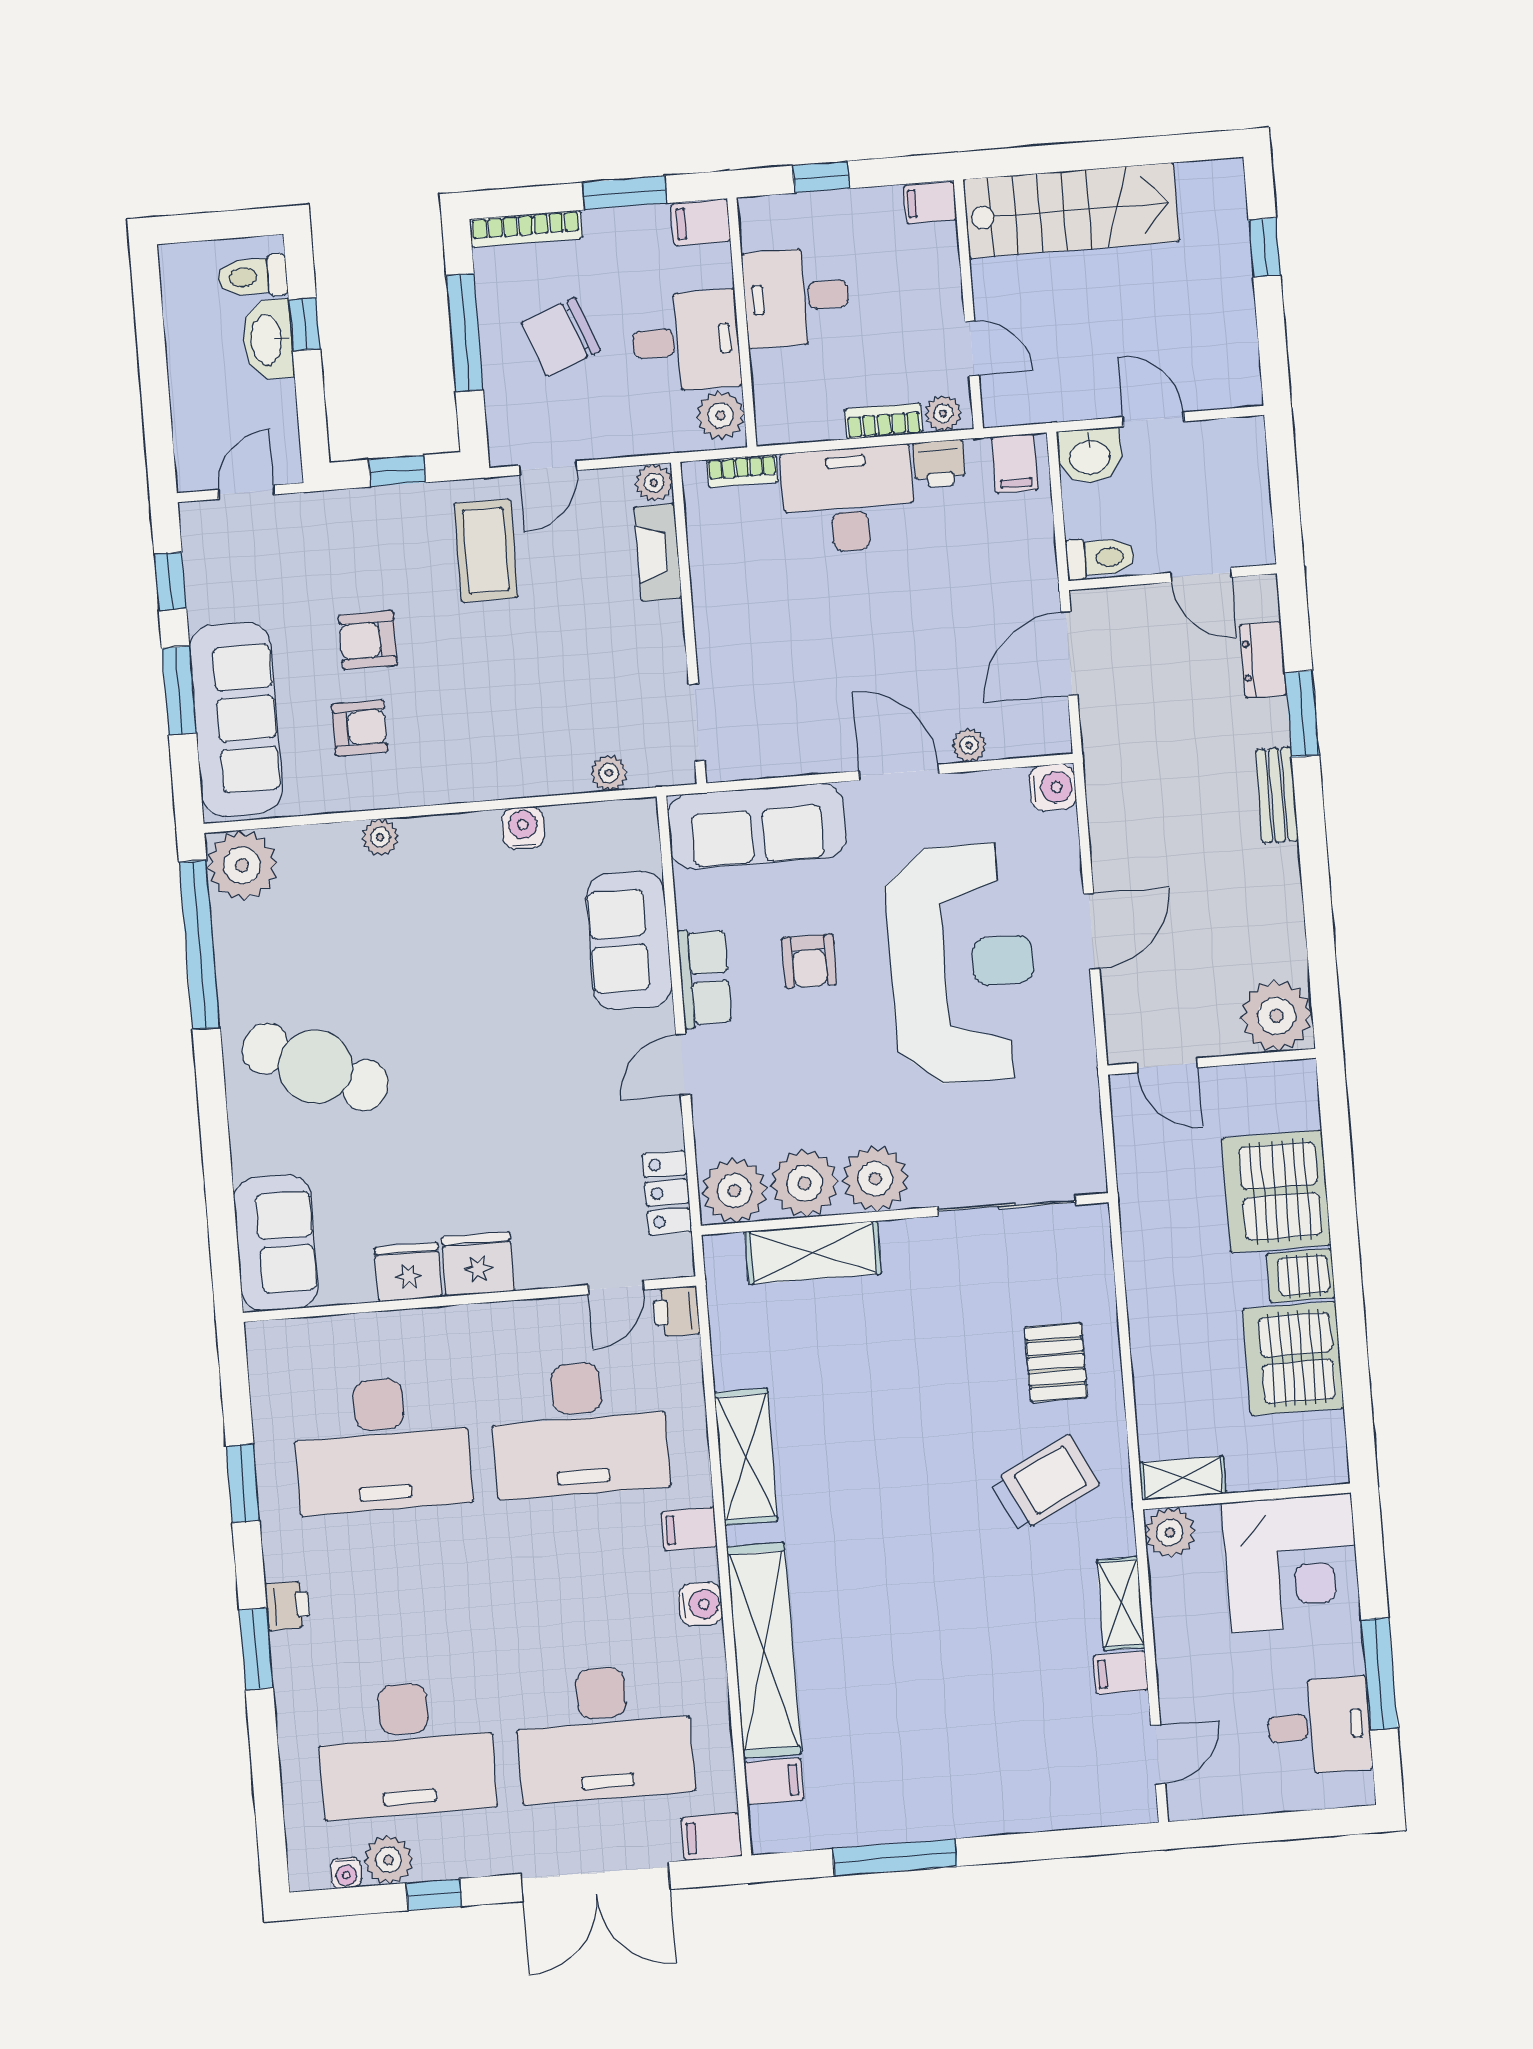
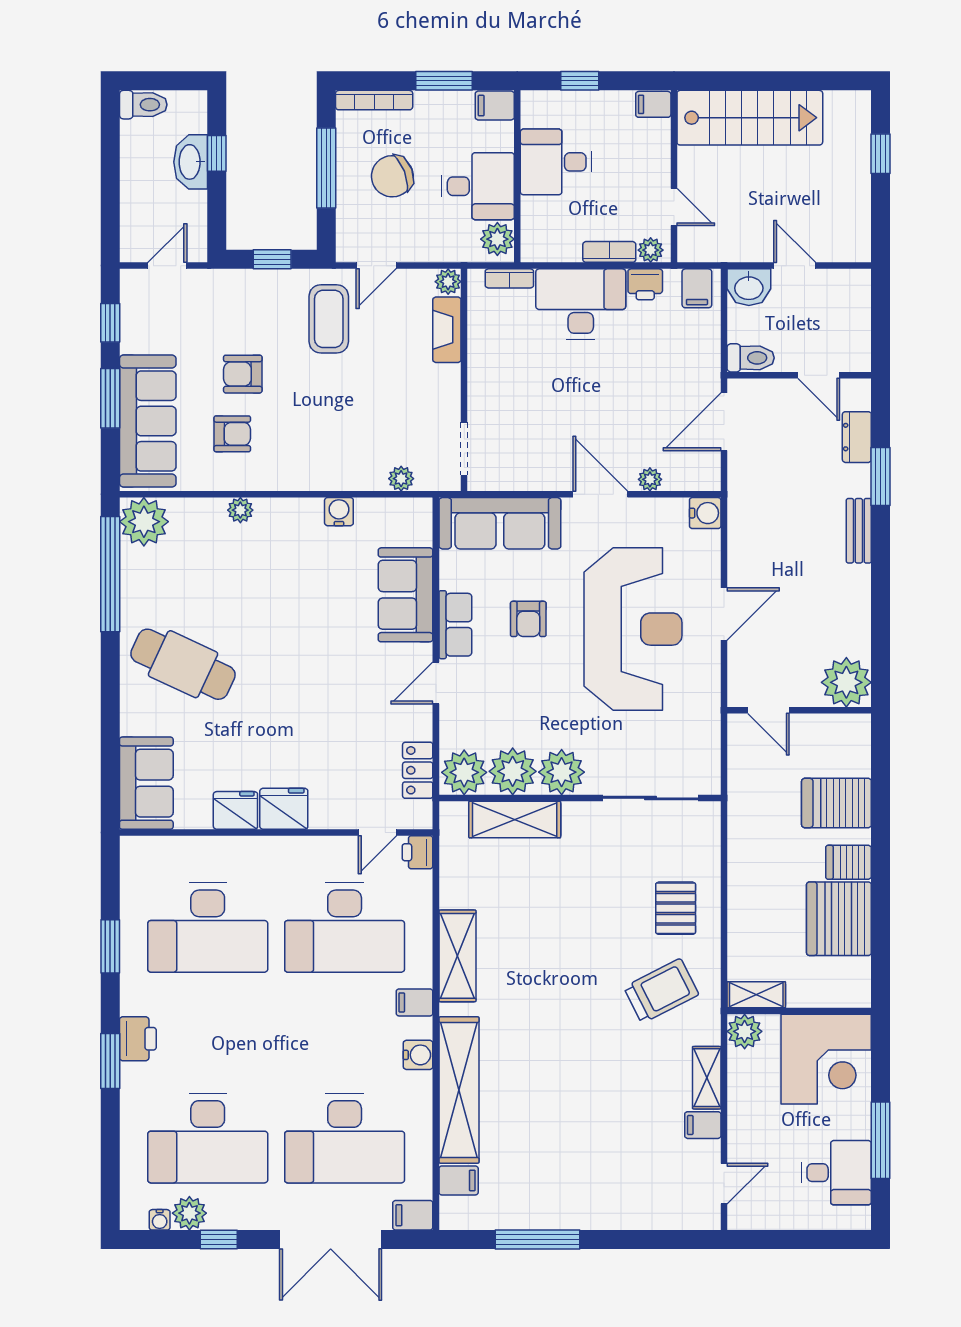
toilet: (252, 277) -> (143, 105), moved, turned 180
server rack: (1276, 1191) -> (836, 803), width x0.62
printer: (288, 1605) -> (138, 1039), width x1.36, depth x1.24

